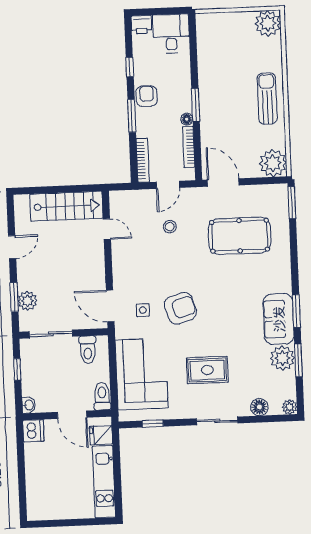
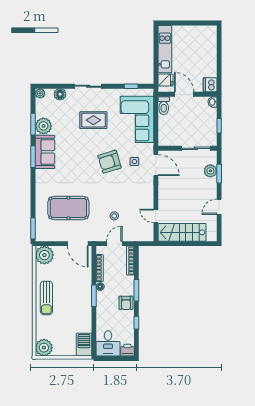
barbecue: (207, 30) -> (84, 345), added
toilet: (88, 350) -> (172, 137), removed

